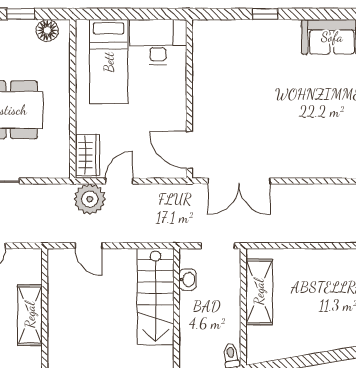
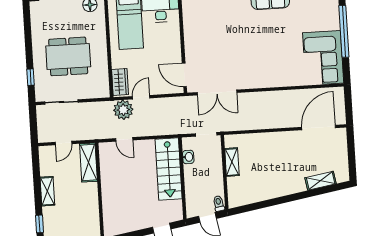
shelving: (259, 292) -> (232, 162), width x0.67, depth x0.75
shelving: (30, 315) -> (88, 163), moved

